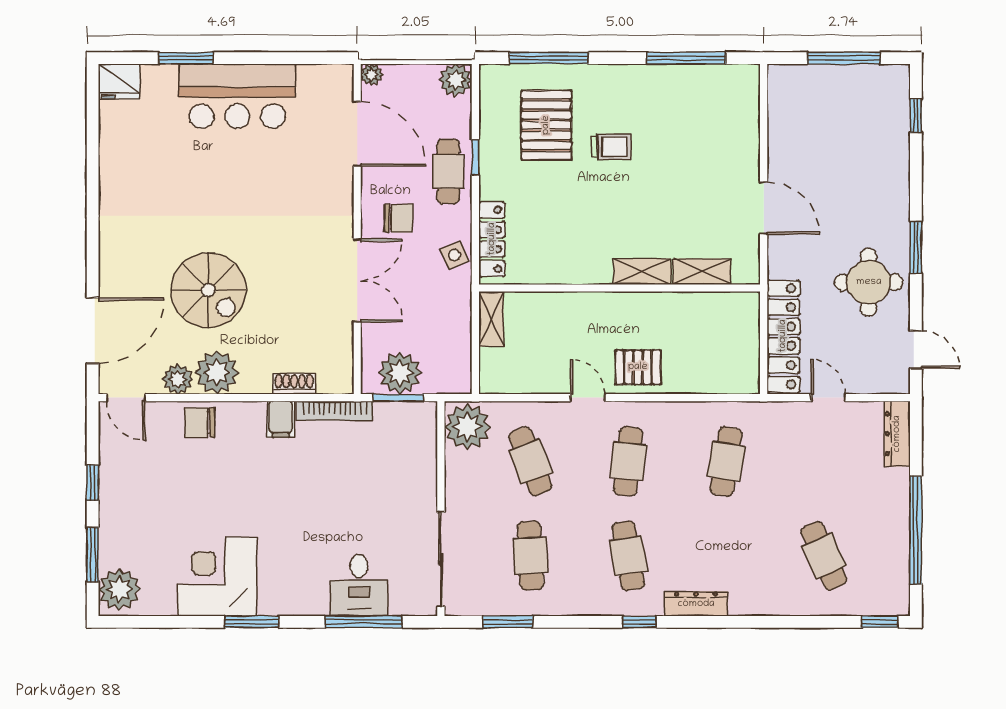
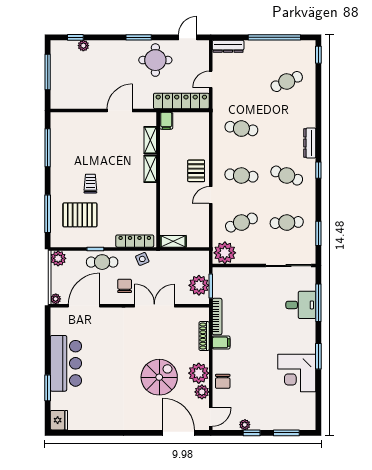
plant: (899, 133) -> (83, 46), added
filing cabinet: (742, 305) -> (166, 121), added
shoe rack: (294, 384) -> (204, 336), width x1.43
cafe table: (628, 556) -> (287, 176), turned 30
plant: (119, 589) -> (245, 425), moved, width x0.53, depth x0.53

